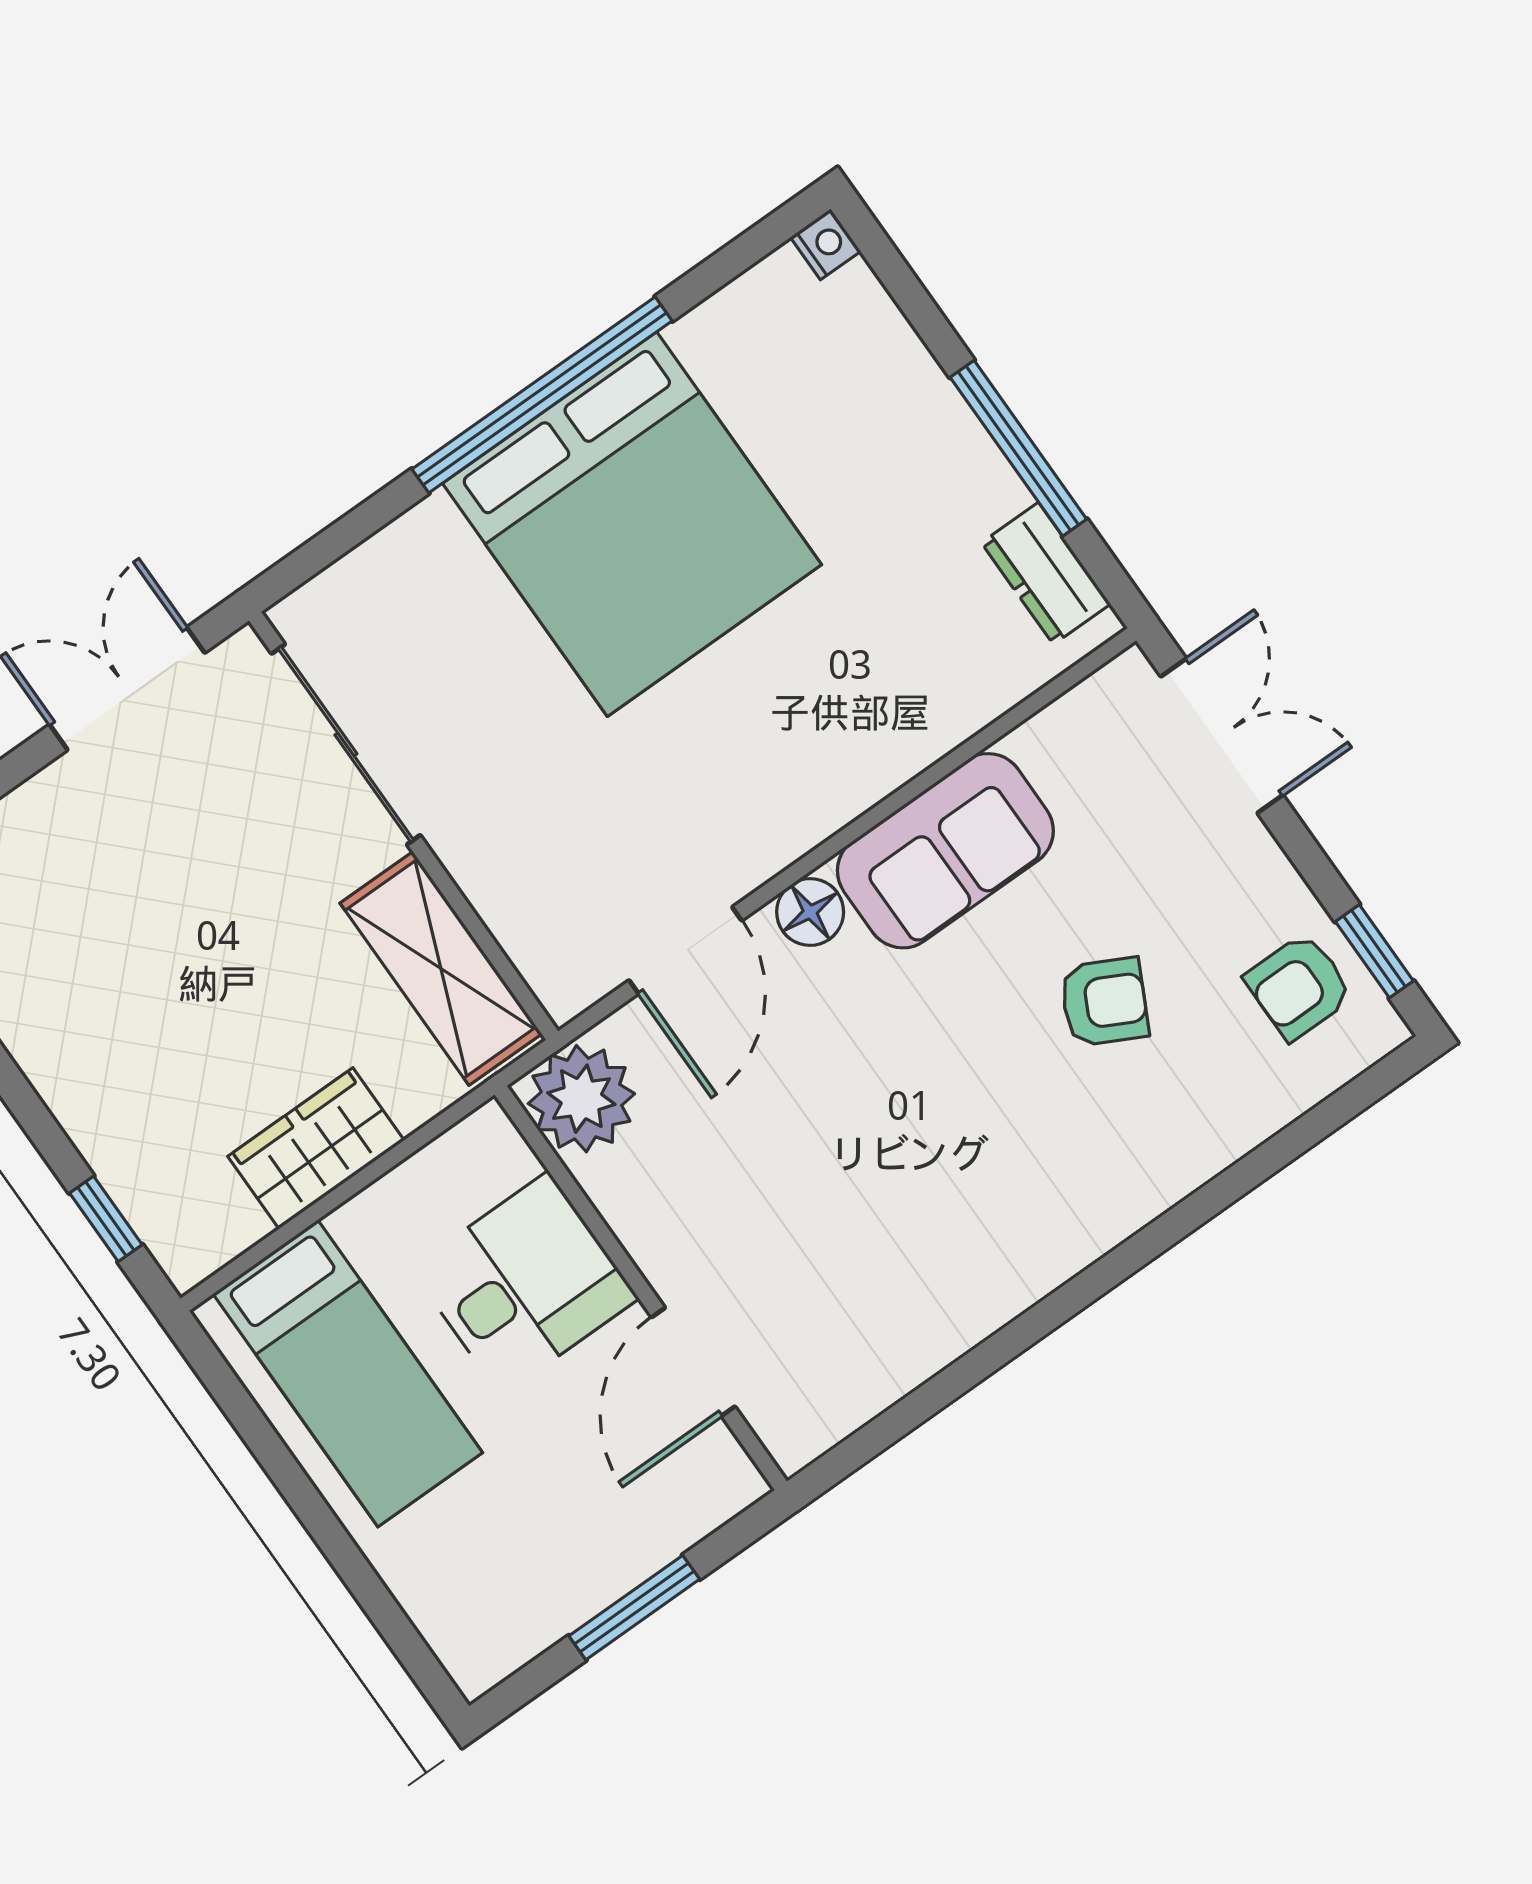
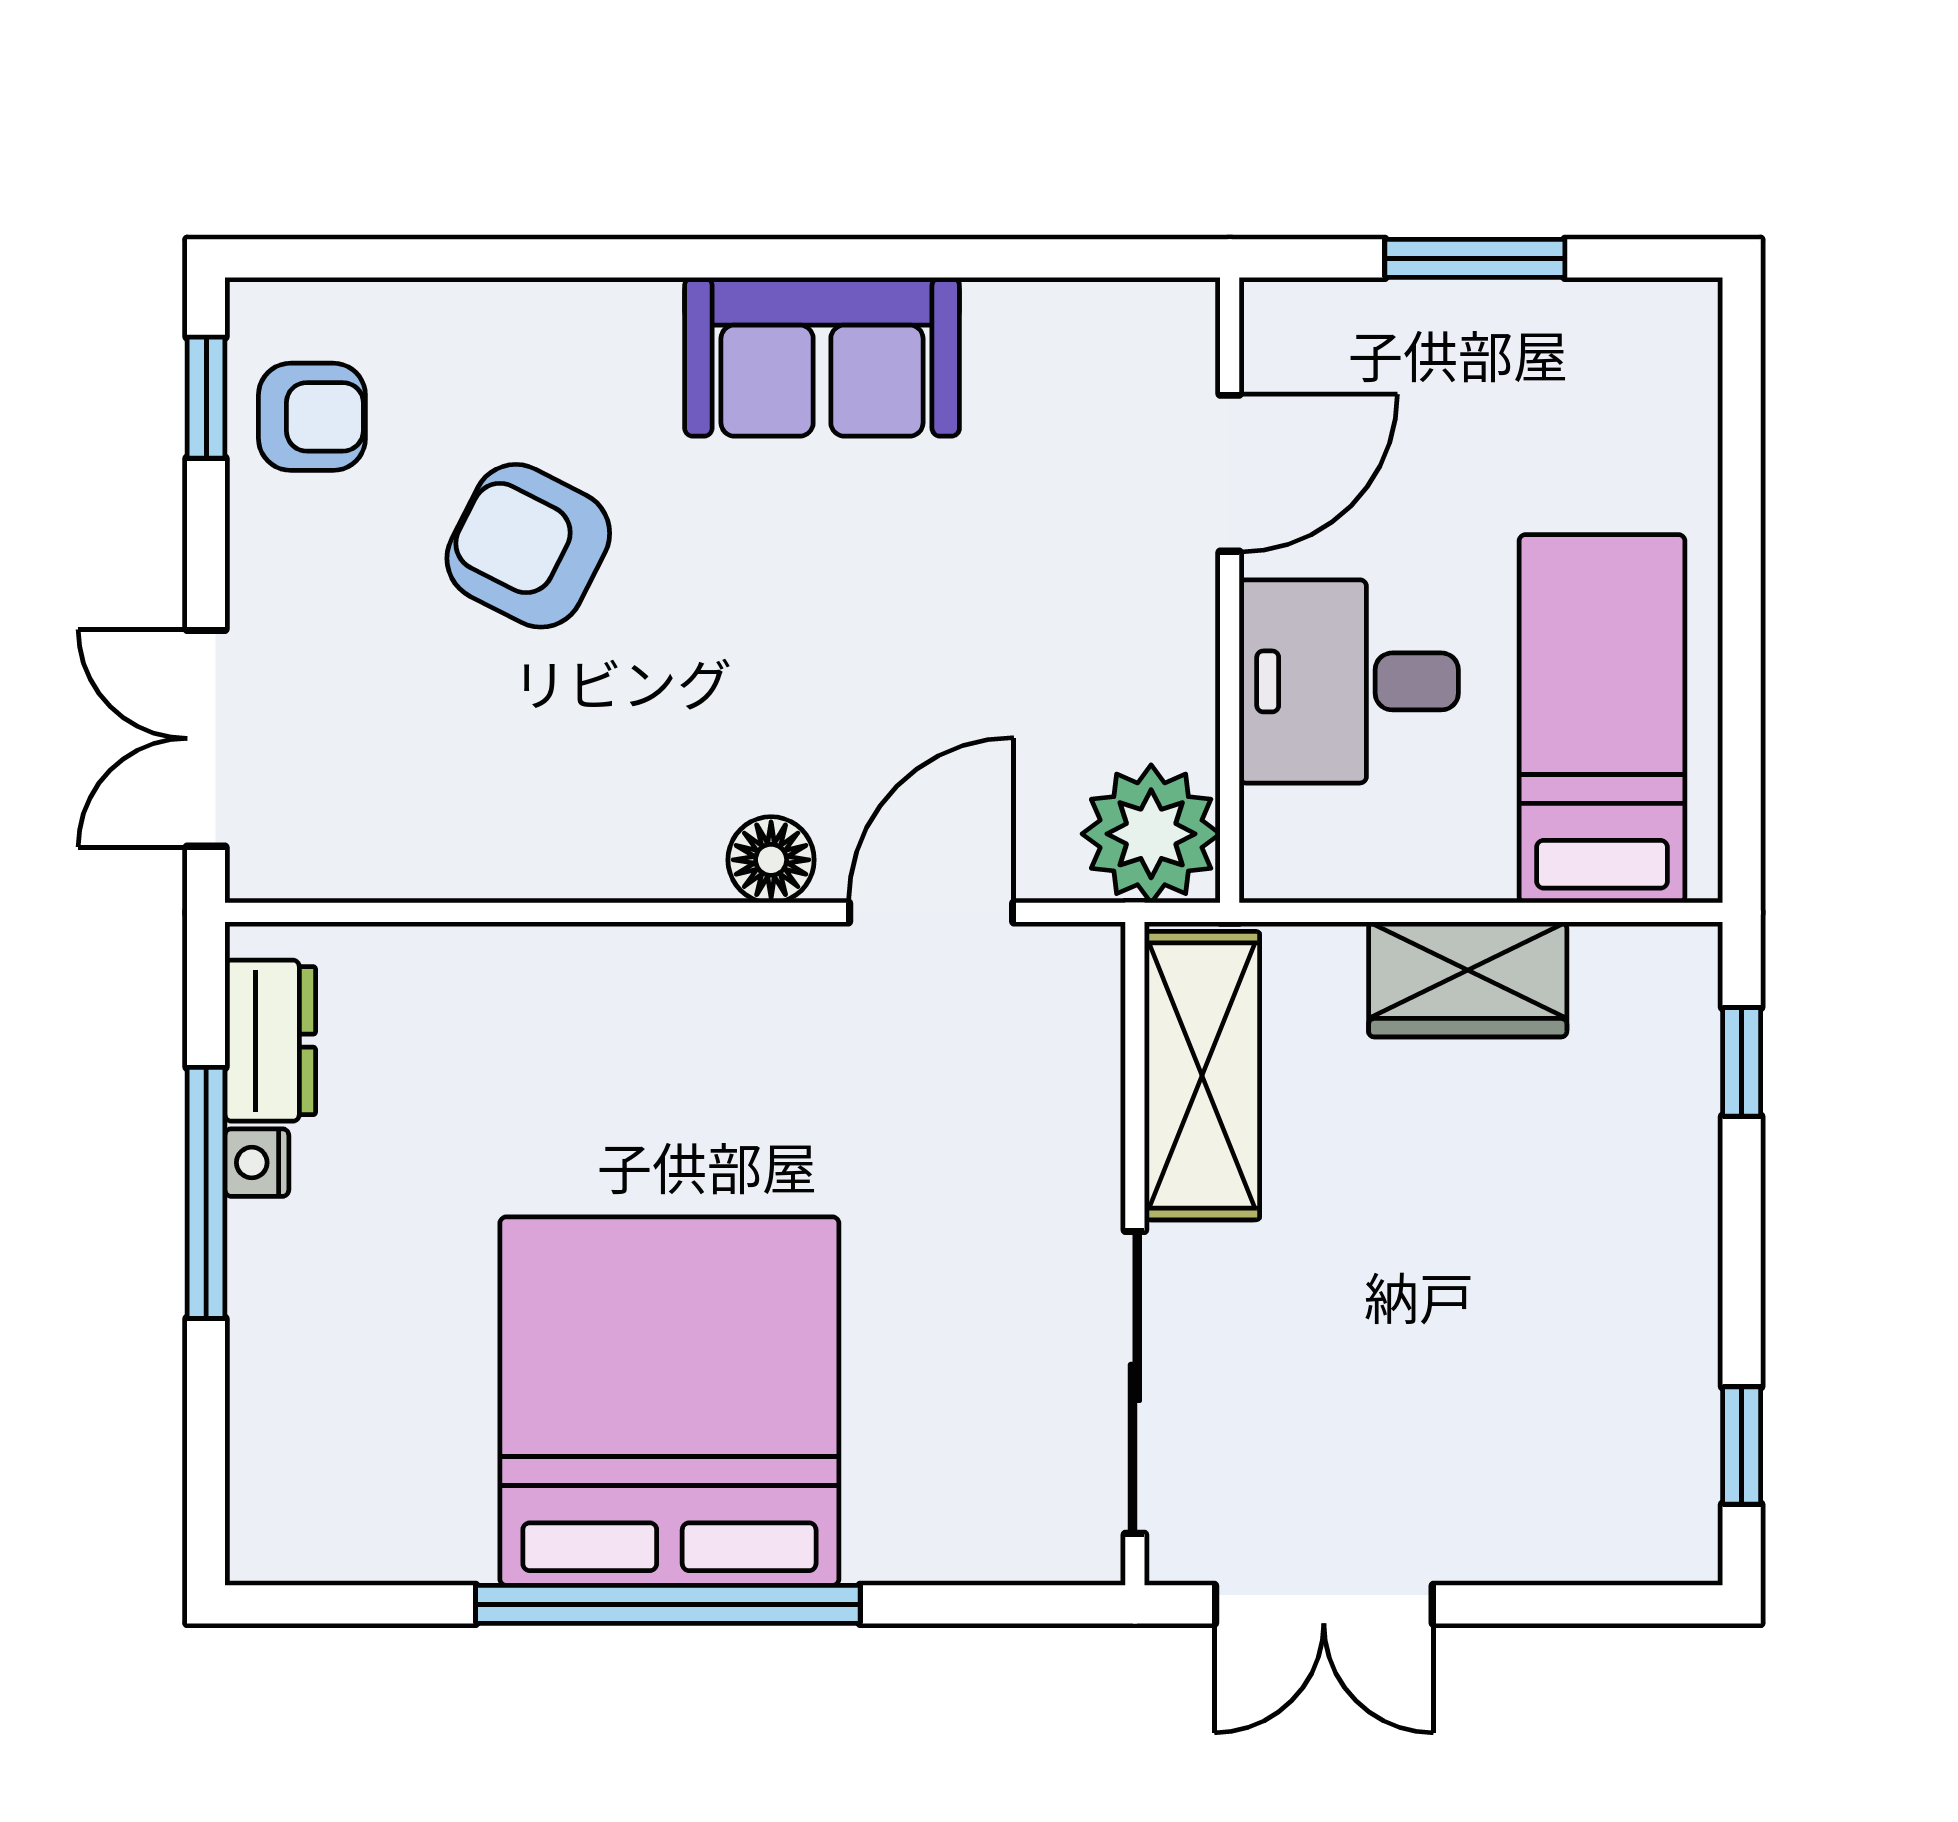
nightstand: (826, 244) -> (257, 1163), moved
sofa: (945, 851) -> (822, 357), moved, turned 180
armchair: (1104, 1002) -> (528, 546), width x1.38, depth x1.38

